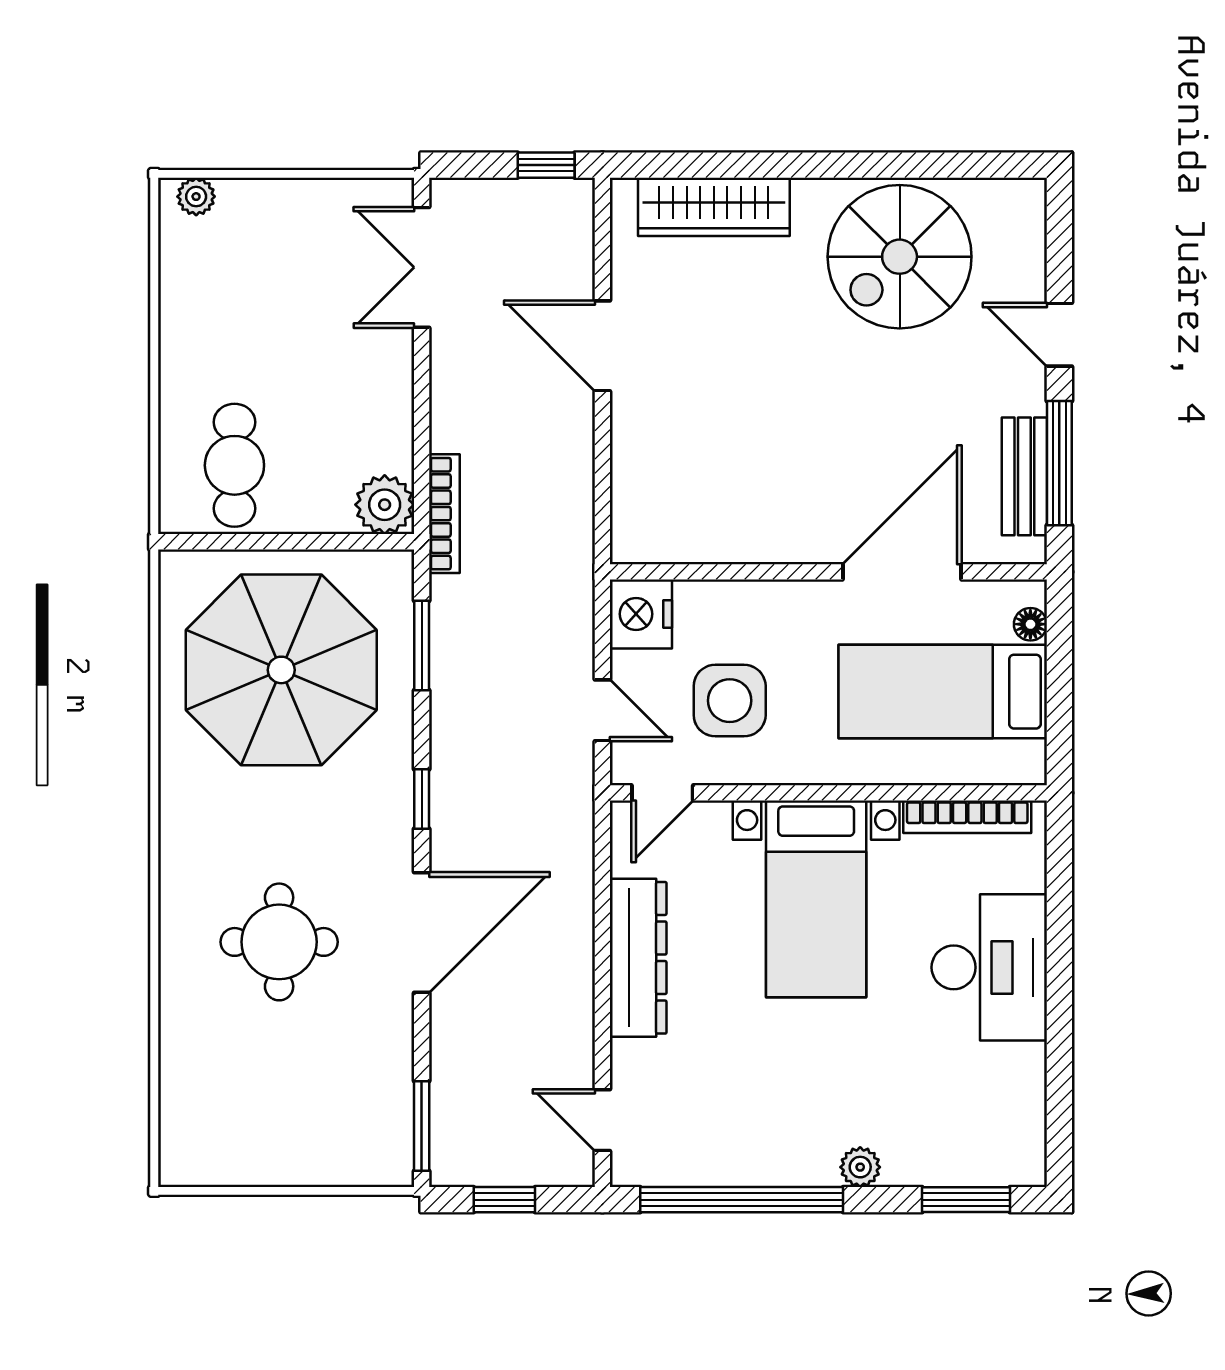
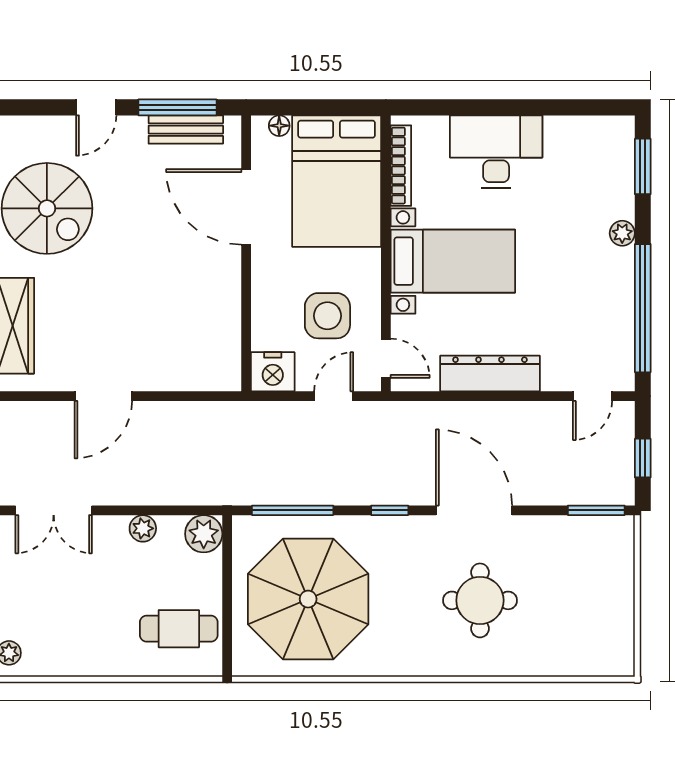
plant: (393, 408) -> (143, 528), added
bookcase: (444, 514) -> (209, 496), removed
window: (422, 645) -> (293, 510), width x1.44
bed: (943, 692) -> (337, 181), width x1.50

